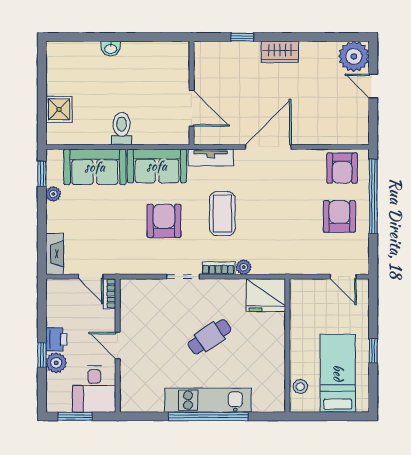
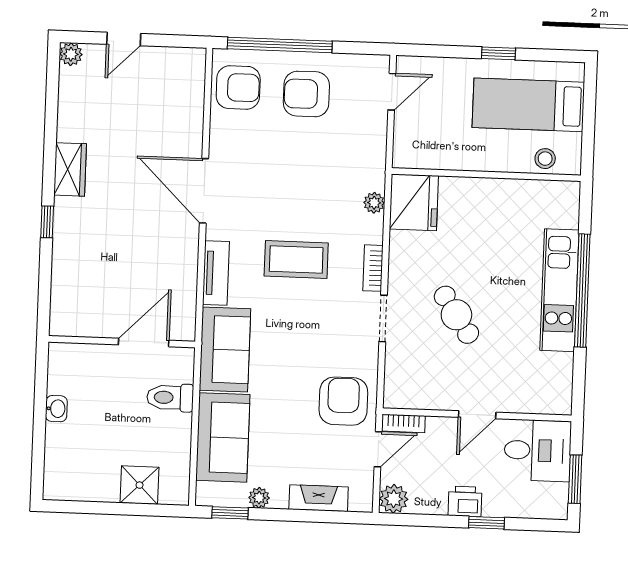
plant: (354, 56) -> (71, 54), width x0.53, depth x0.53
wall: (192, 93) -> (122, 342), moved
door: (192, 108) -> (144, 343), moved
armchair: (164, 221) -> (343, 401), moved, turned 90
fireplace: (55, 254) -> (319, 498), moved
plant: (244, 267) -> (374, 203), moved
cafe table: (210, 337) -> (456, 315), moved
plant: (56, 363) -> (394, 499), moved

